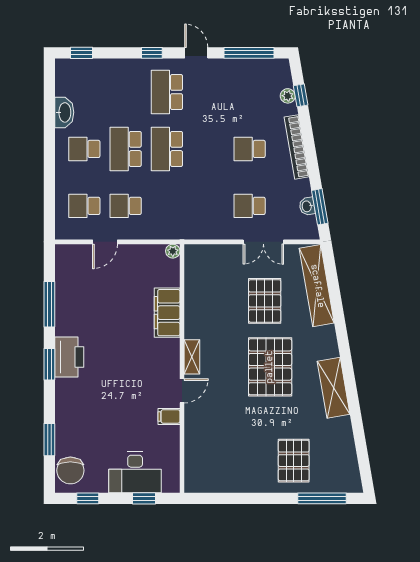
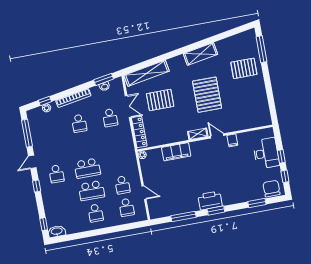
school desk: (167, 92) -> (56, 174), width x0.54
washbasin: (64, 112) -> (57, 231), moved
locker: (215, 253) -> (139, 132), added
pallet: (270, 367) -> (207, 95), moved, turned 90
chair: (70, 470) -> (271, 189), turned -90
window: (144, 498) -> (281, 156), moved

